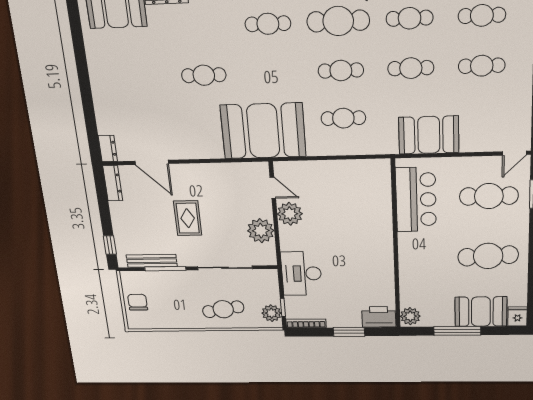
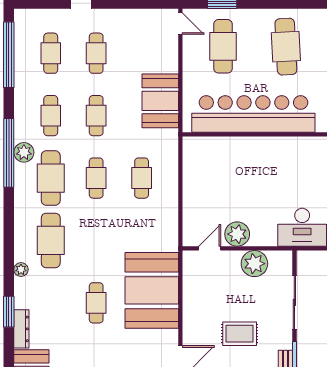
cafe table: (268, 24) -> (51, 240), width x1.37, depth x1.35
booth: (263, 131) -> (152, 290), moved
bar counter: (416, 200) -> (253, 114), width x1.86

